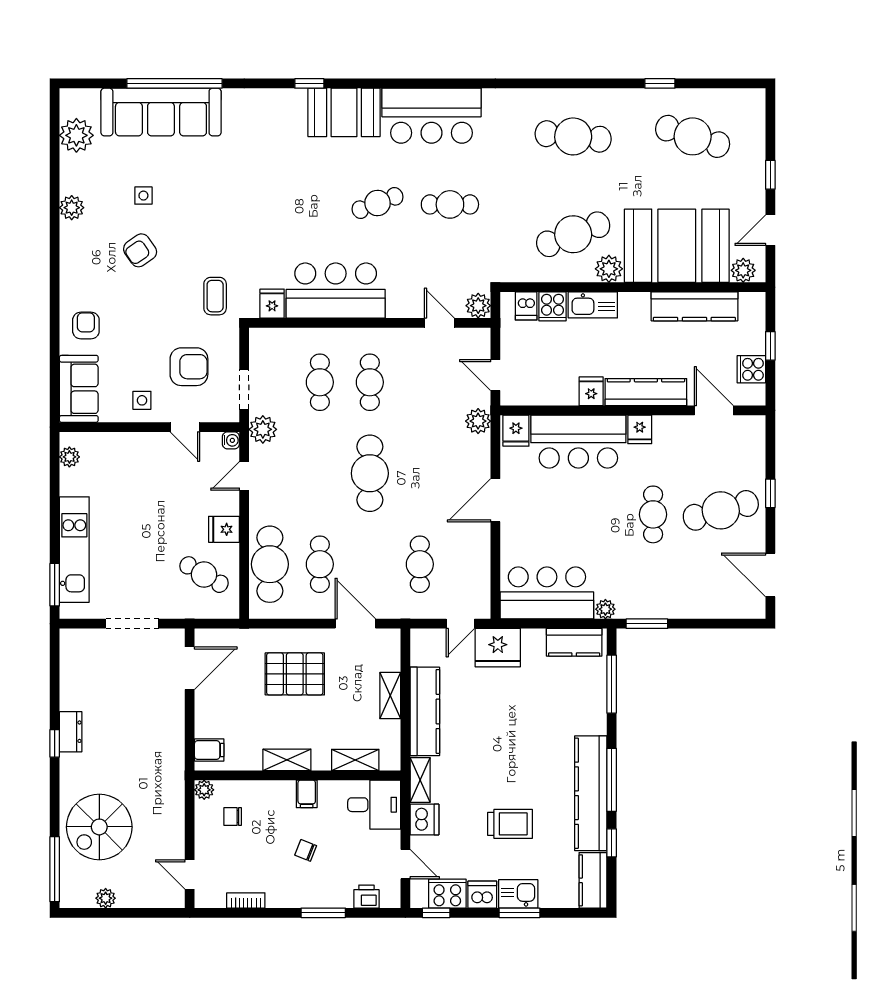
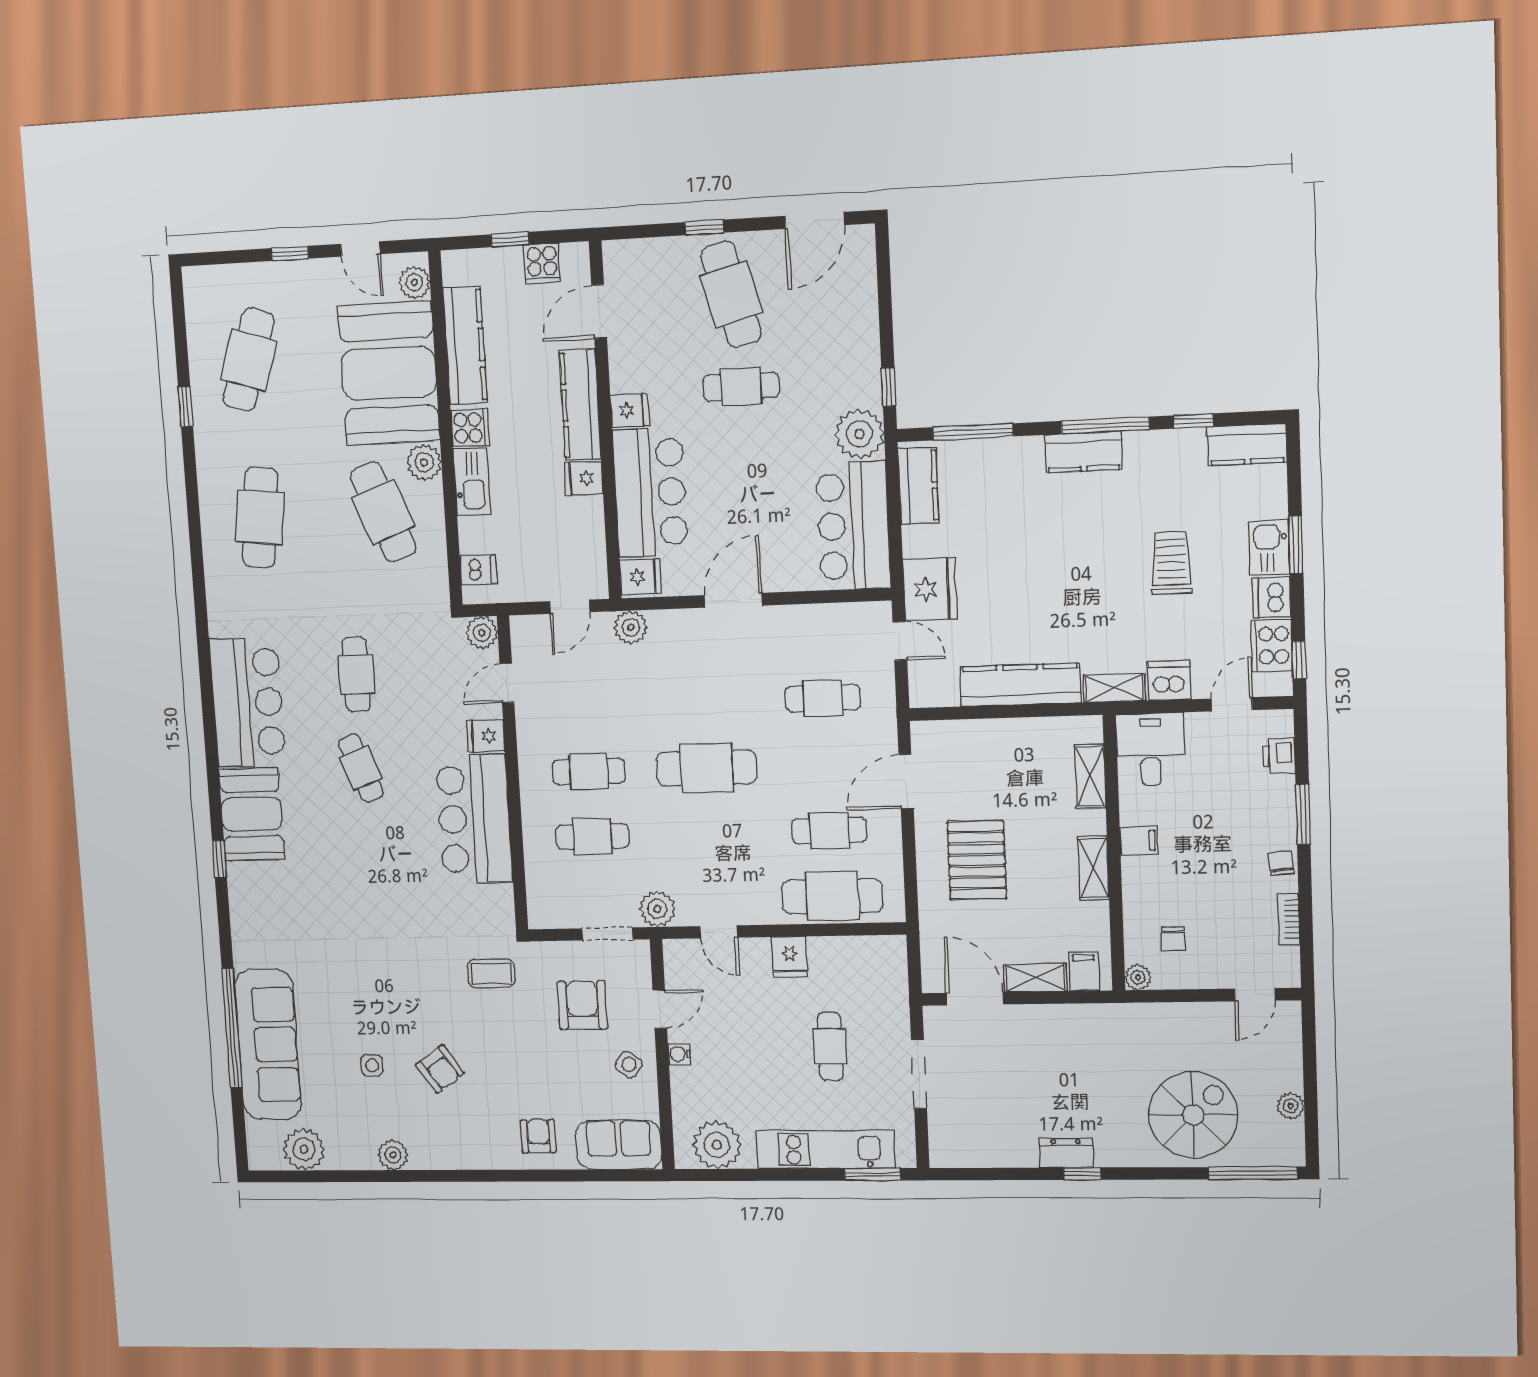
fridge: (272, 304) -> (486, 736), moved
cooker: (553, 306) -> (470, 428), moved
armchair: (86, 326) -> (538, 1136), turned 90
side table: (142, 400) -> (629, 1065), turned 37
water cooler: (231, 440) -> (679, 1054), moved, turned -90
plant: (69, 457) -> (717, 1145), width x1.88, depth x1.88
door: (495, 500) -> (733, 600), swing flipped
cafe table: (204, 575) -> (830, 1046), moved, turned -30
plant: (605, 609) -> (859, 434), width x1.88, depth x1.88
window: (647, 624) -> (889, 387), width x0.67
shelving: (390, 696) -> (1035, 978), moved
kitchen counter: (591, 793) -> (1083, 452), width x0.48, depth x0.86
spiral stairs: (99, 827) -> (1193, 1115), turned -90
chair: (306, 850) -> (1281, 863), moved, turned 153

